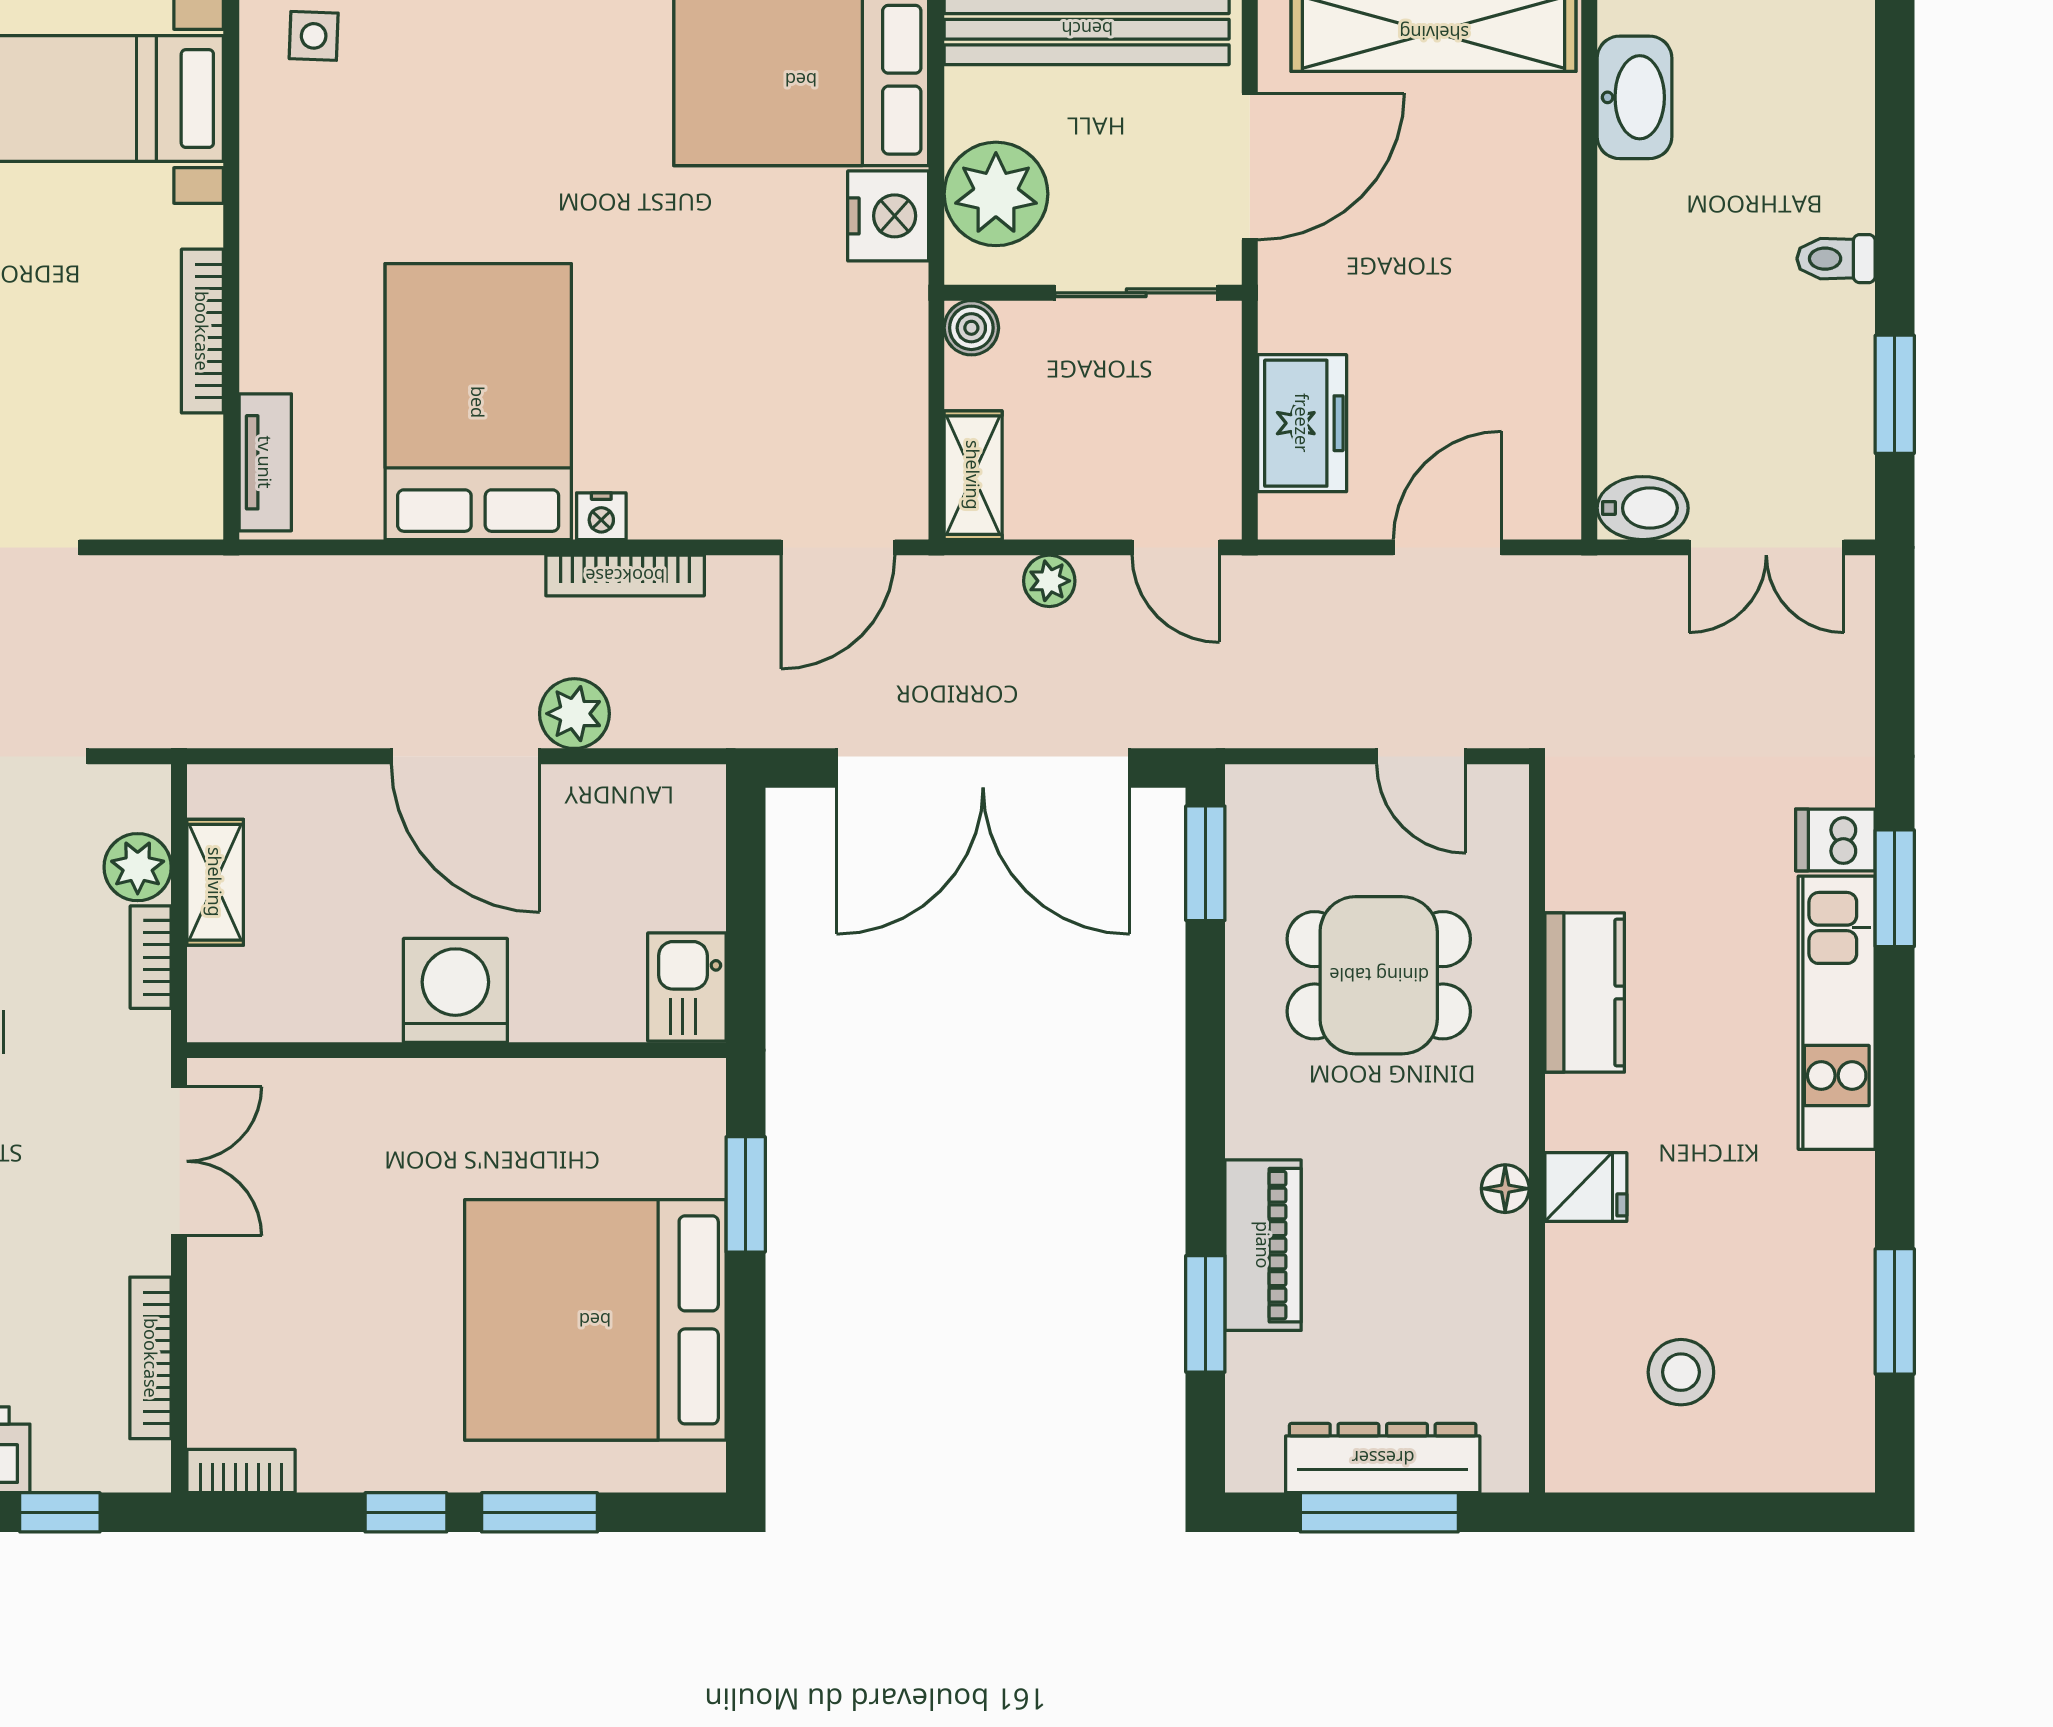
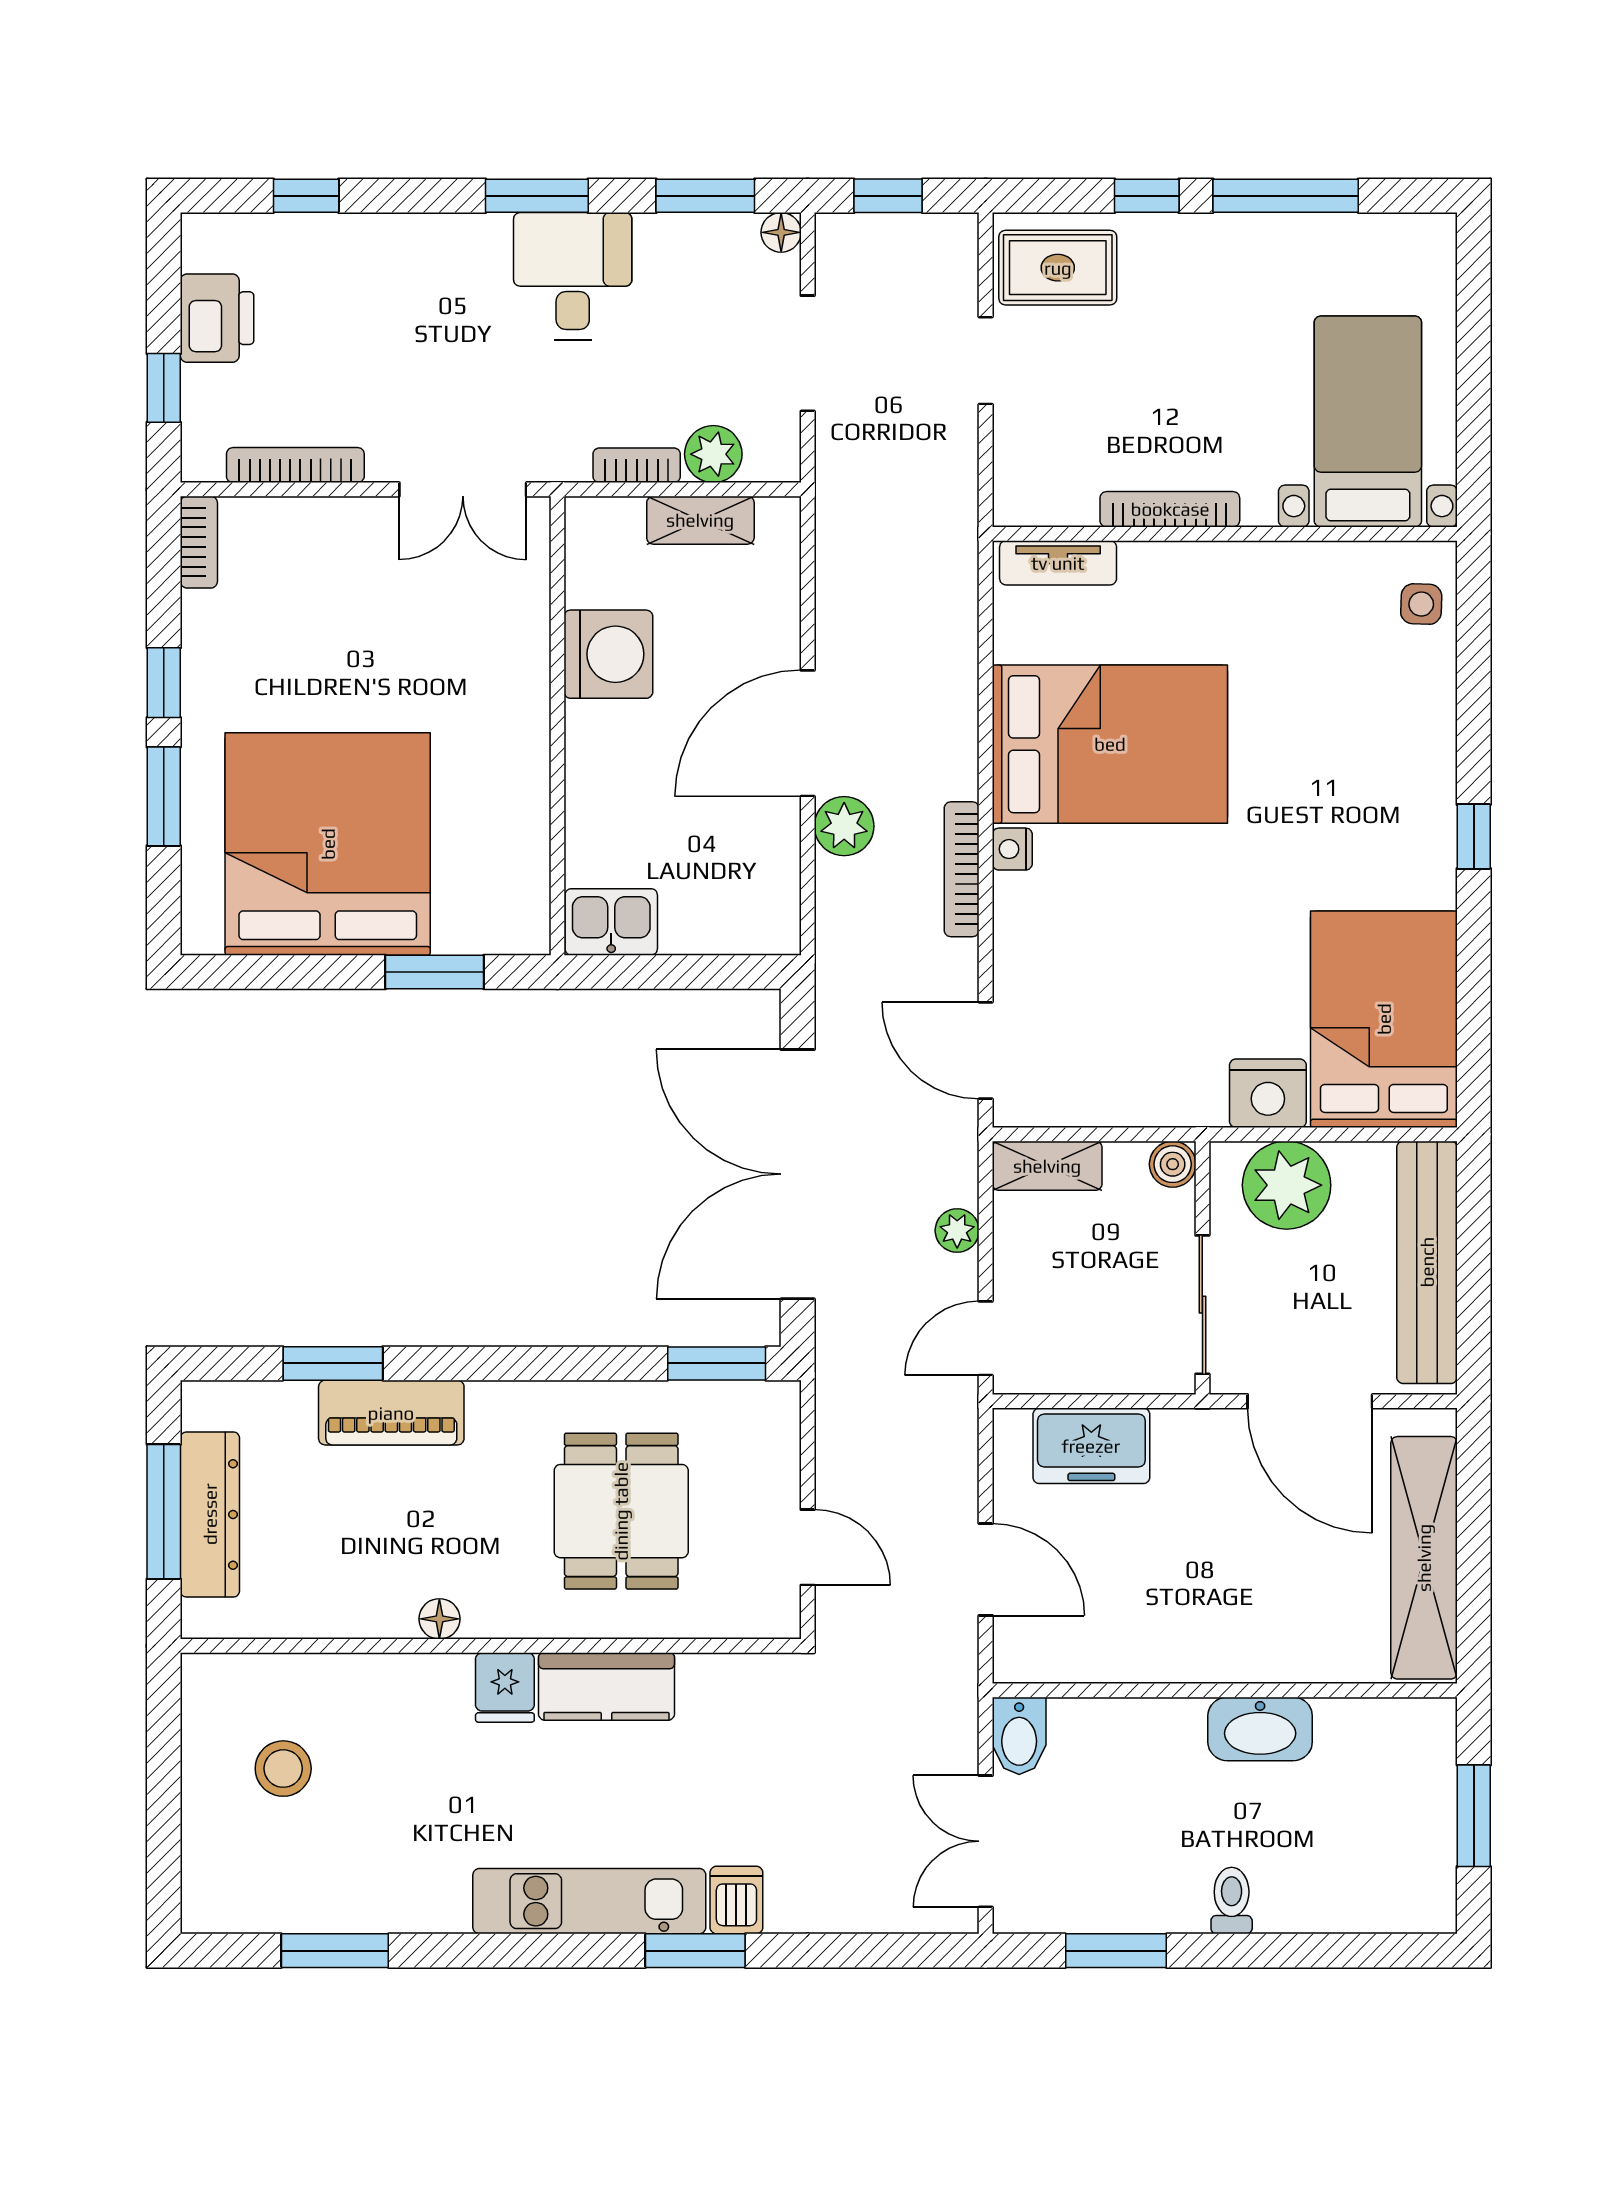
washbasin: (1634, 97) -> (1260, 1729), moved
door: (1421, 756) -> (808, 1547), swing flipped
washing machine: (455, 990) -> (608, 654), moved
fridge: (1586, 1187) -> (505, 1687), moved

